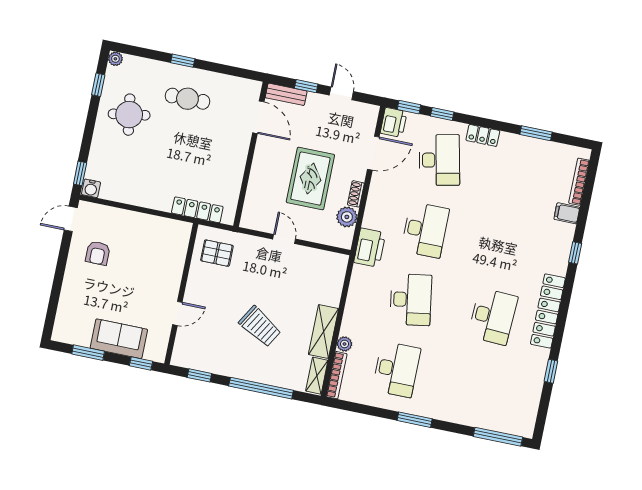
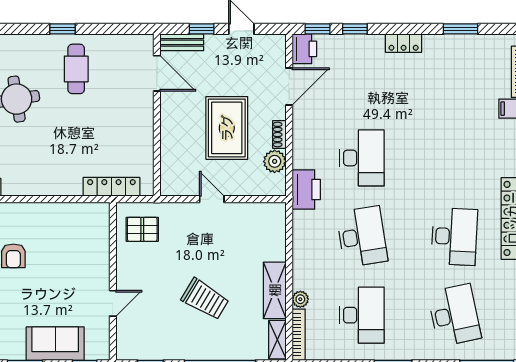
cafe table: (187, 99) -> (76, 69), turned 90
desk: (439, 160) -> (454, 315), moved

